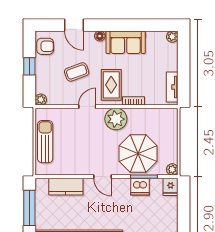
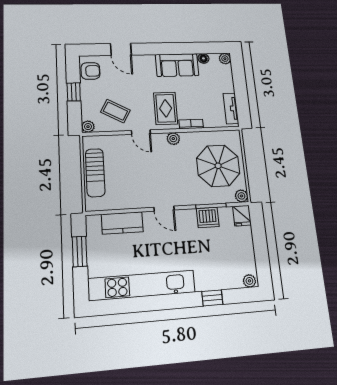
floor lamp: (100, 36) -> (203, 58), moved
coffee table: (77, 72) -> (115, 111), moved, turned 49
door: (87, 107) -> (141, 132), swing flipped
plant: (116, 119) -> (173, 139), width x0.53, depth x0.53
sun lounger: (45, 142) -> (95, 173), turned 180
parasol: (138, 153) -> (218, 166), moved
window: (29, 208) -> (80, 251), width x0.69

